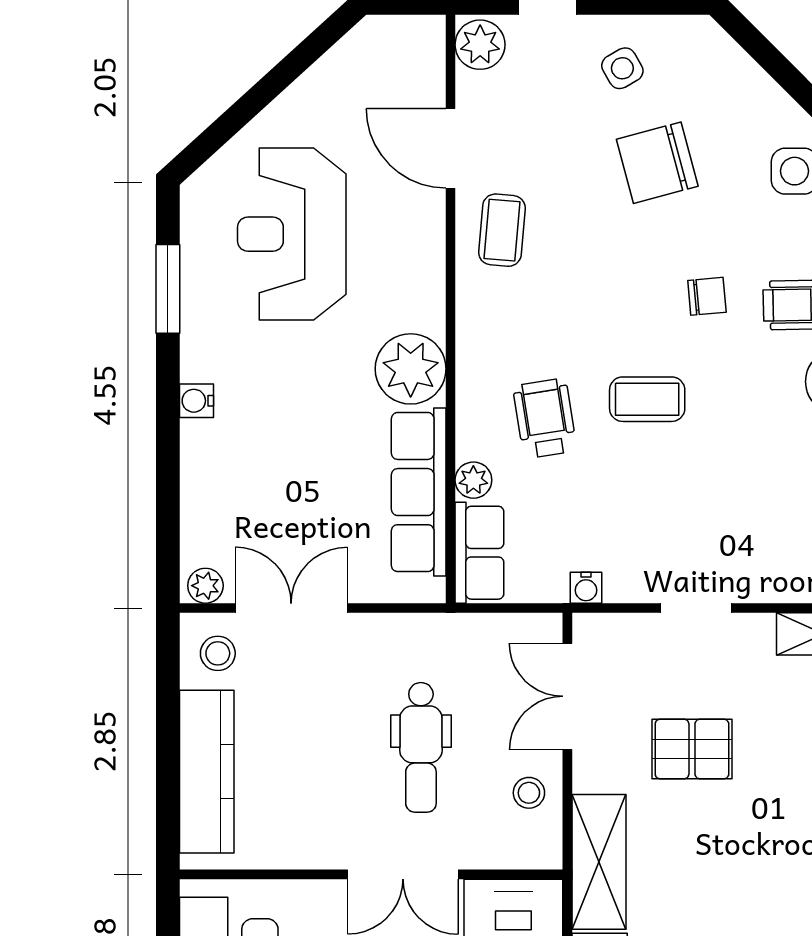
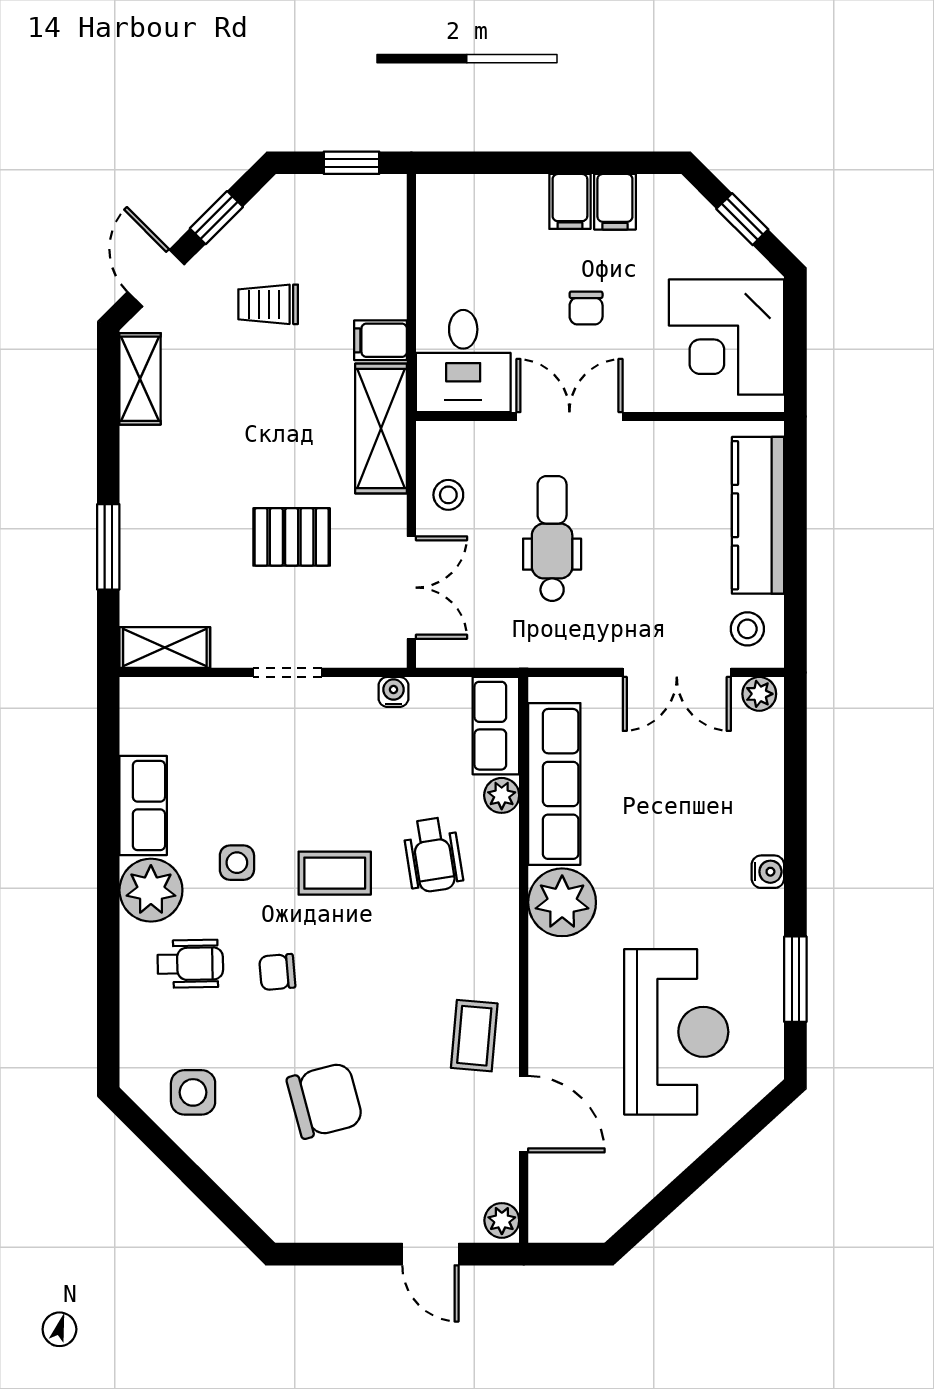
plant: (480, 45) -> (502, 1220), width x0.73, depth x0.73
side table: (622, 68) -> (237, 863), moved, turned 30

